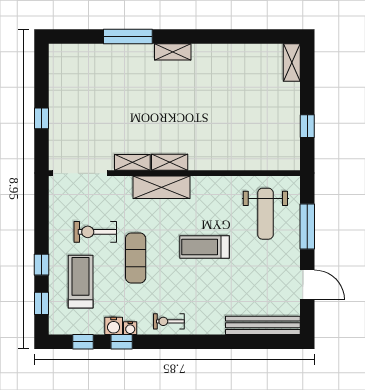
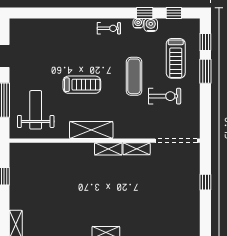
shelving: (161, 187) -> (91, 130), moved
window: (41, 265) -> (205, 71), width x1.50
bench: (263, 325) -> (38, 25), removed

